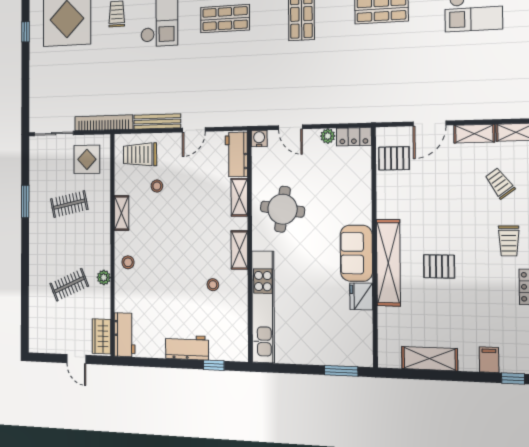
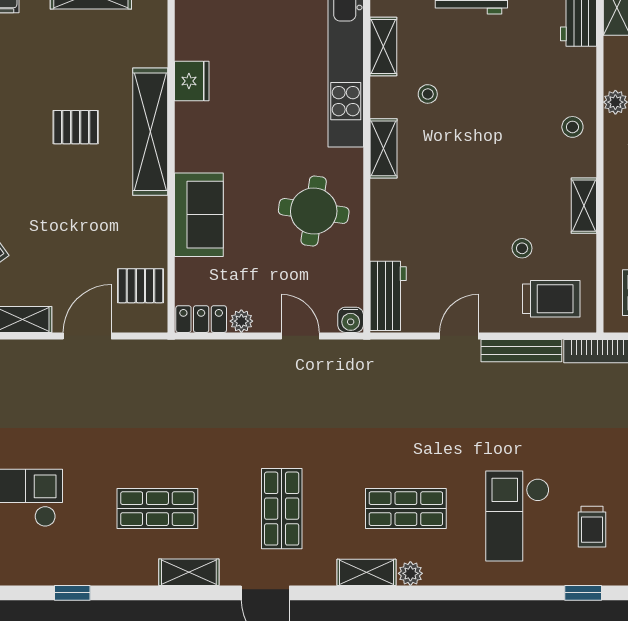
shelving: (239, 197) -> (383, 46), moved
sofa: (356, 253) -> (199, 215), moved

